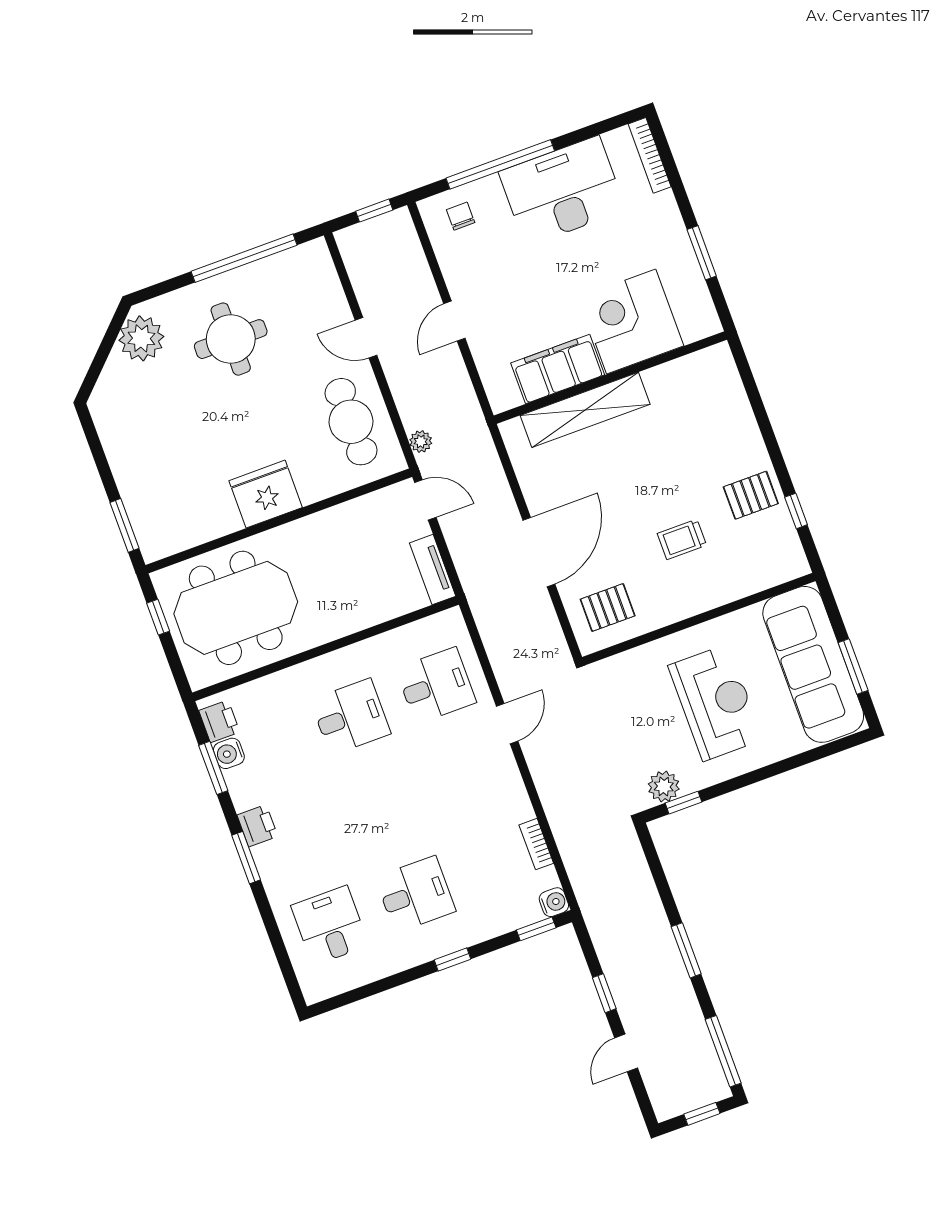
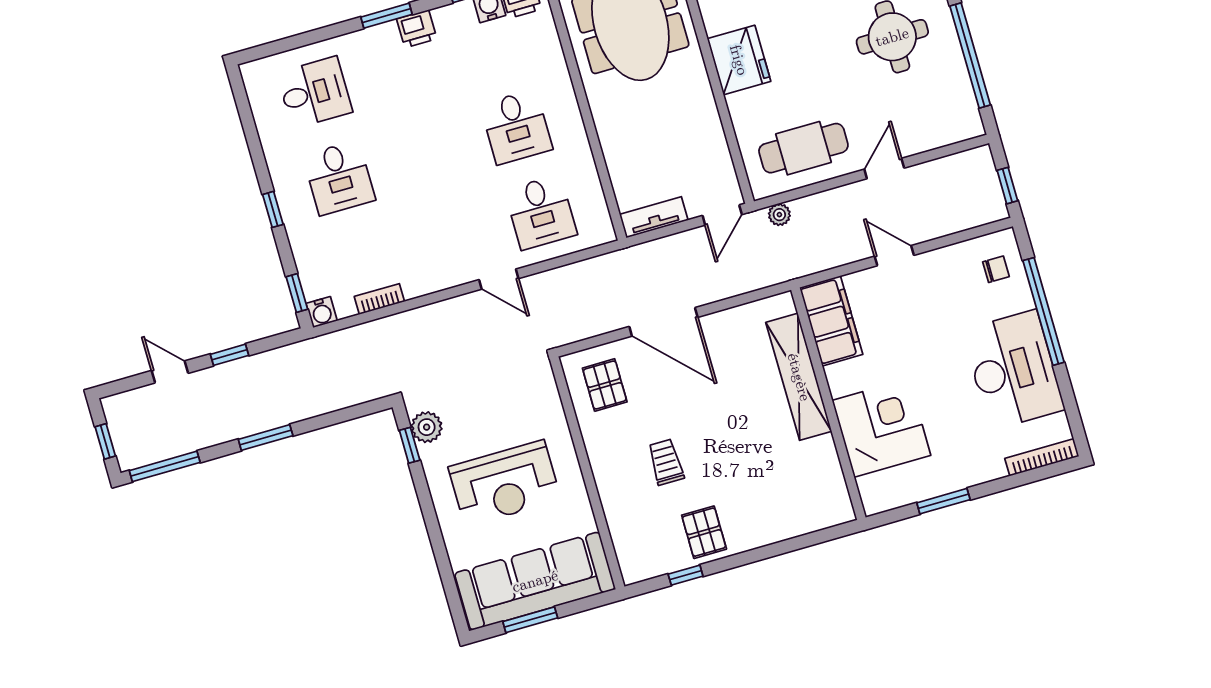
filing cabinet: (558, 369) -> (831, 321), moved

